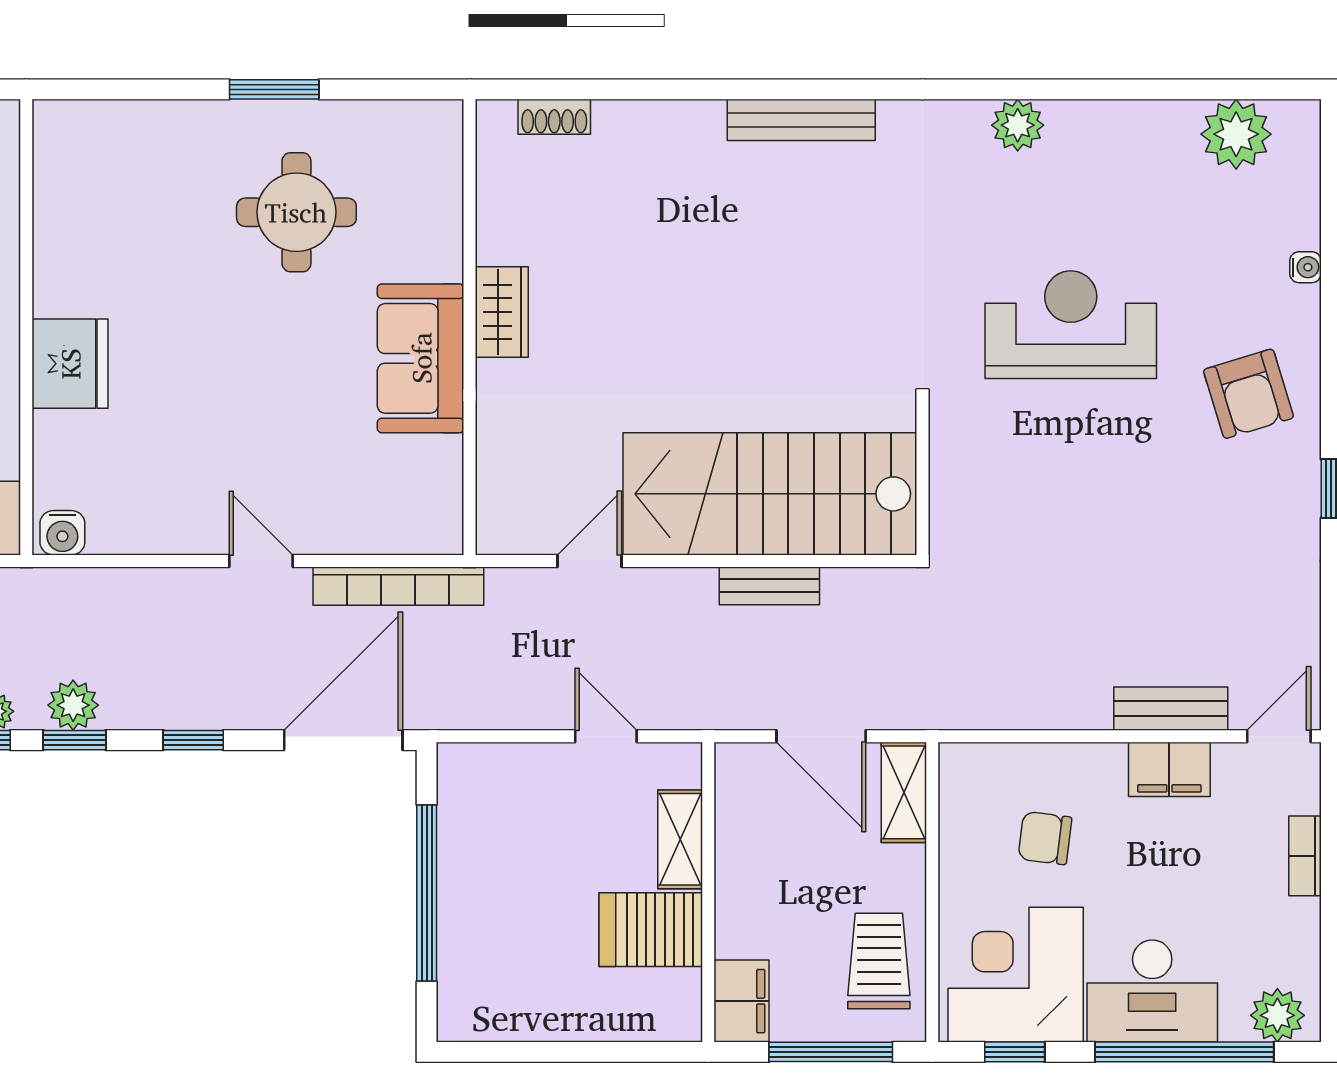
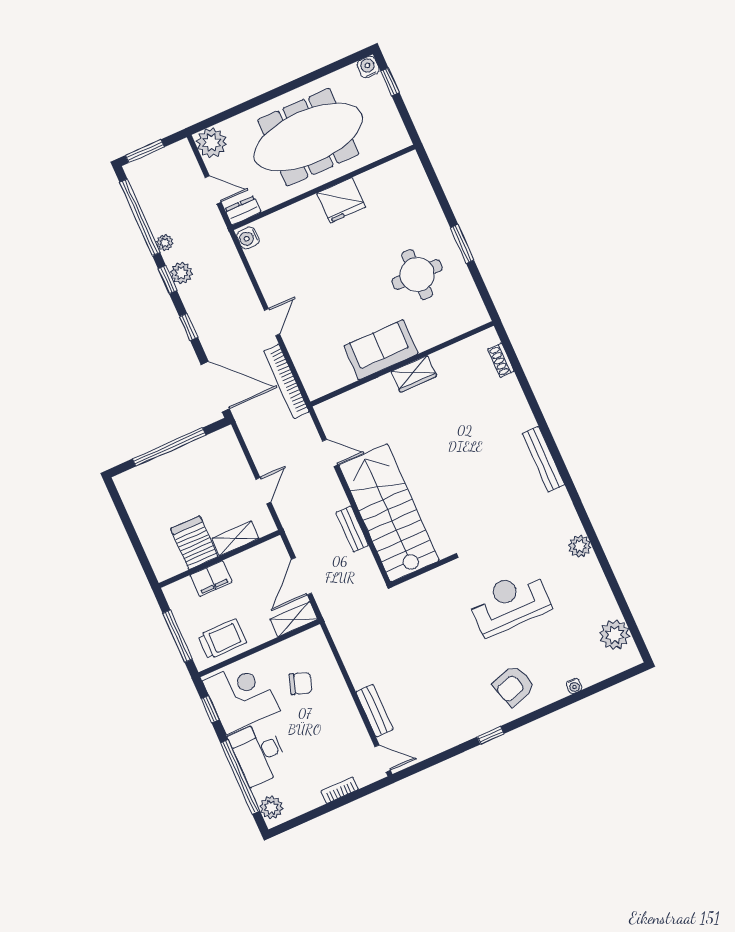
reception desk: (1071, 325) -> (510, 603), turned -90
fridge: (70, 364) -> (341, 200), moved
filing cabinet: (1169, 769) -> (350, 721), removed
chair: (1045, 838) -> (301, 683), turned 102
filing cabinet: (742, 1001) -> (211, 579), moved

